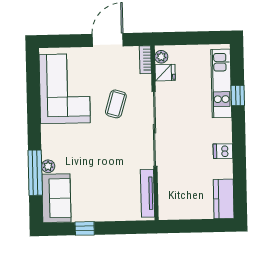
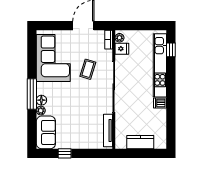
kitchen unit: (221, 83) -> (160, 65), width x1.36
window: (238, 95) -> (171, 50), moved
floor lamp: (49, 151) -> (41, 100), added
window: (35, 173) -> (32, 94), moved
kitchen counter: (224, 199) -> (140, 142), moved, turned 90

